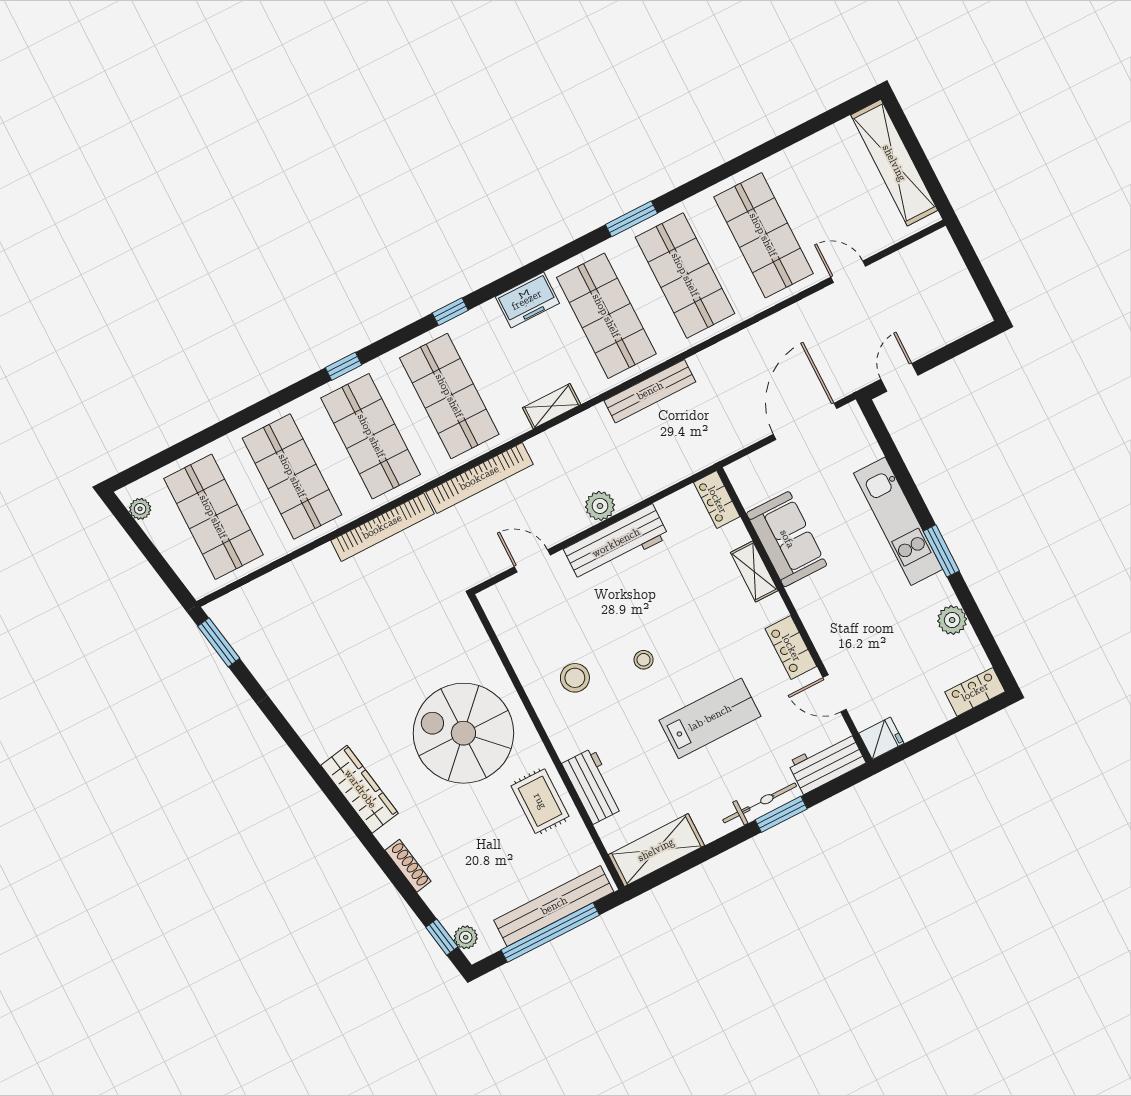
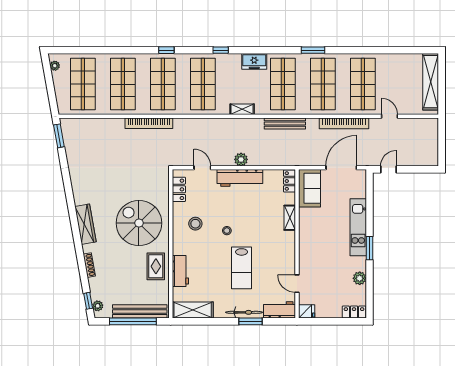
bookcase: (479, 478) -> (344, 123), moved
sofa: (787, 539) -> (309, 188), moved
locker: (791, 648) -> (179, 189), moved, turned 180
lab bench: (710, 718) -> (242, 268), turned 90

